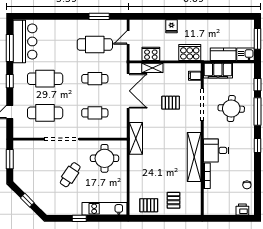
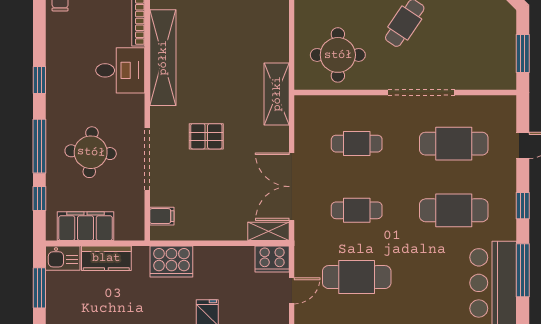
cooker: (151, 54) -> (272, 259), moved
shelving: (152, 68) -> (269, 231), moved
filing cabinet: (218, 71) -> (85, 226), moved
pallet: (171, 103) -> (206, 136), moved

